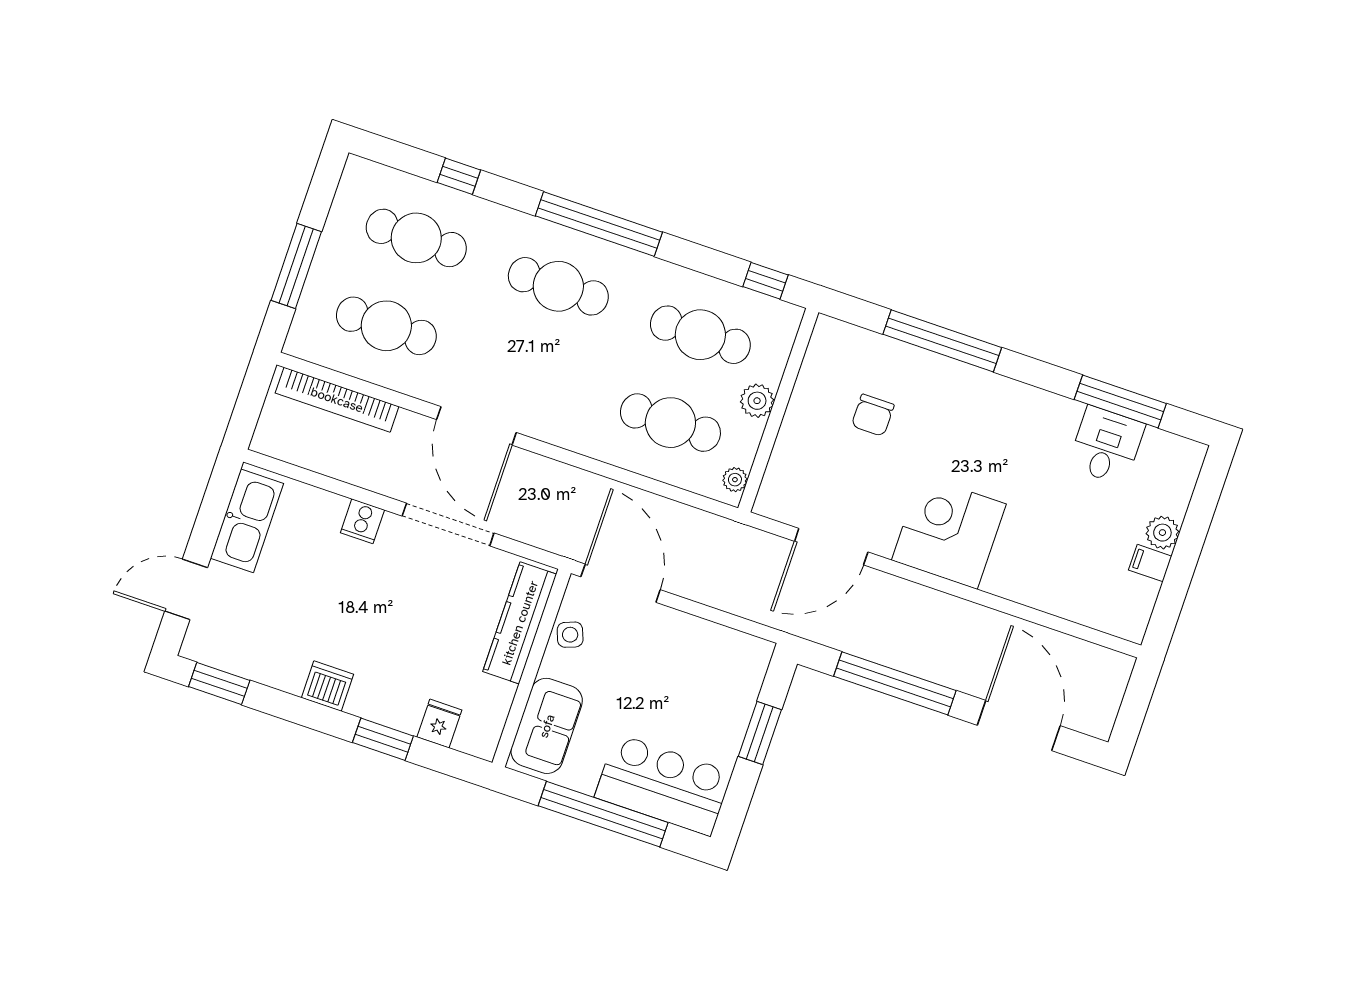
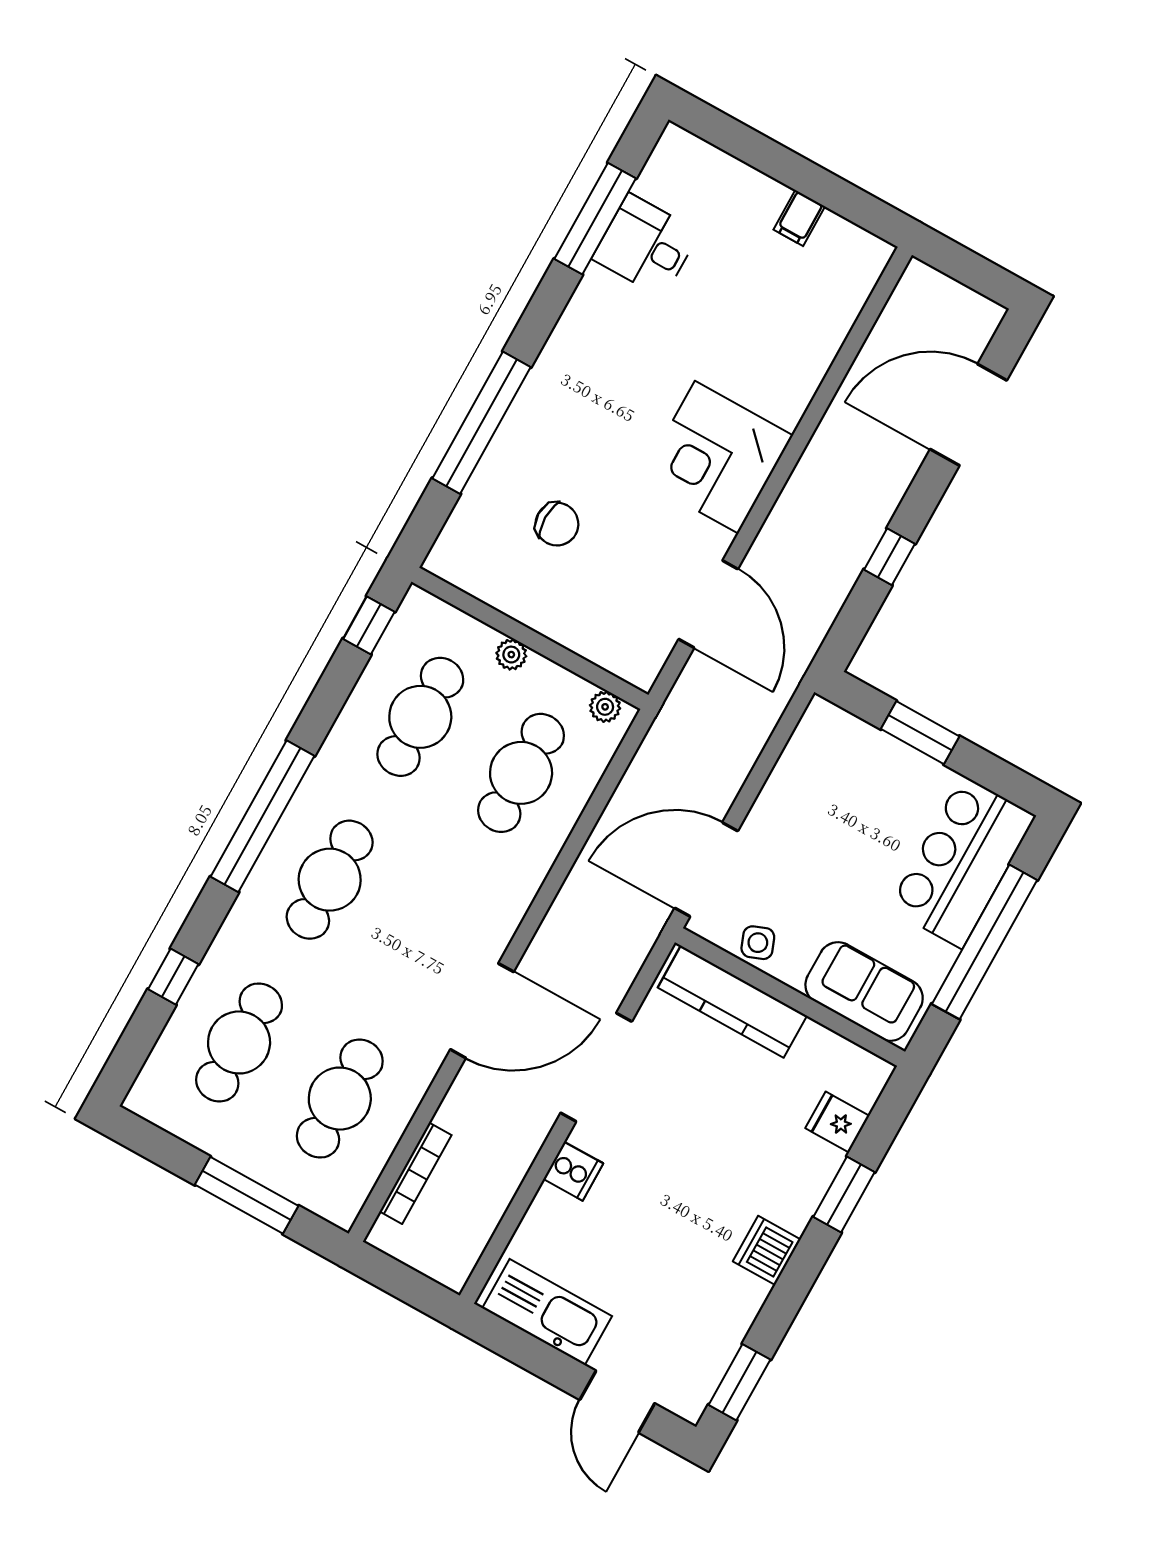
bookcase: (337, 400) -> (416, 1173), width x0.68, depth x0.76
plant: (757, 401) -> (511, 655), width x0.73, depth x0.73
plant: (1162, 533) -> (765, 196), removed
window: (895, 683) -> (889, 557), width x0.32

